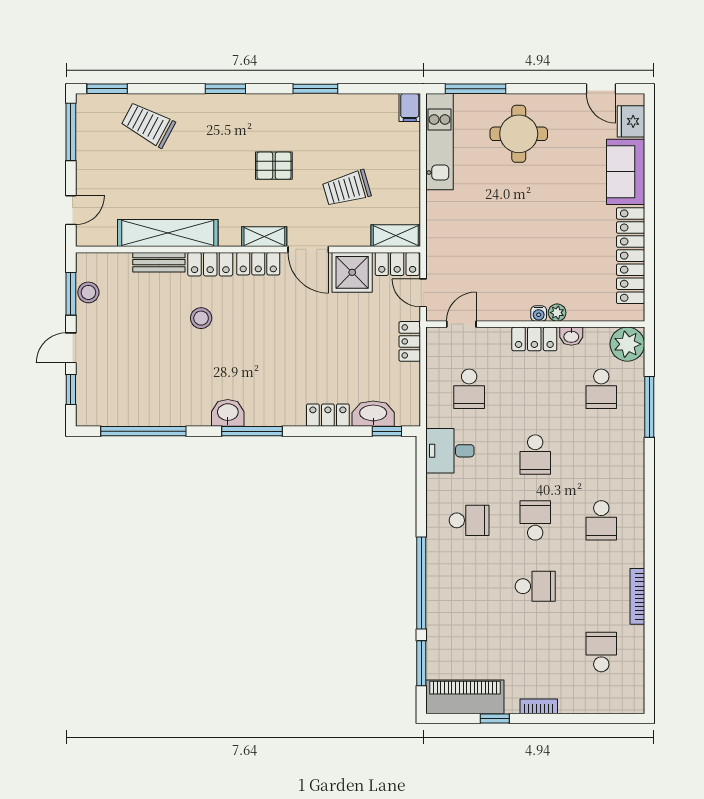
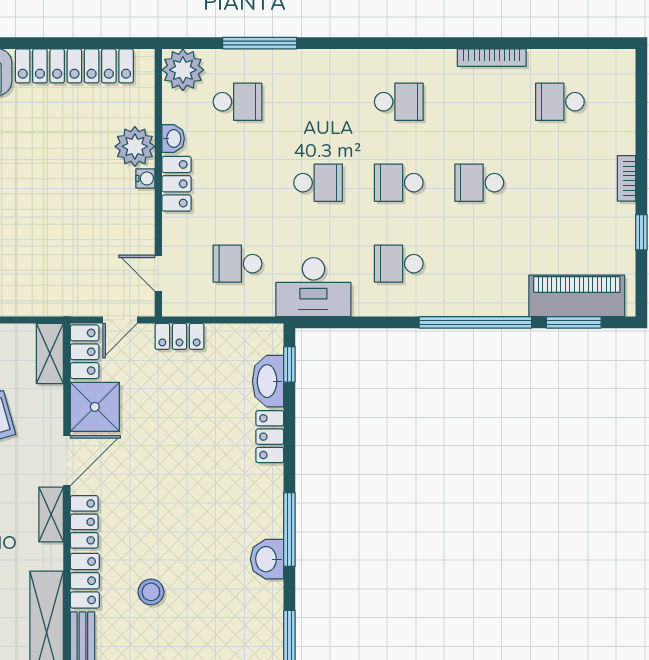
plant: (557, 313) -> (135, 146), width x1.88, depth x1.88
school desk: (469, 389) -> (237, 264), turned 180
desk: (450, 451) -> (313, 287), width x1.37
school desk: (469, 520) -> (399, 264), turned -90
school desk: (535, 586) -> (479, 183), turned -90
piano: (465, 697) -> (577, 296), moved, turned 90

